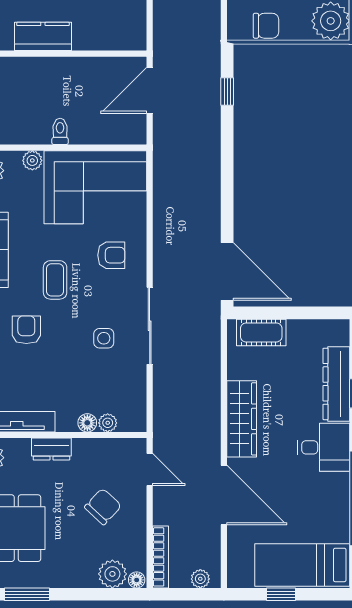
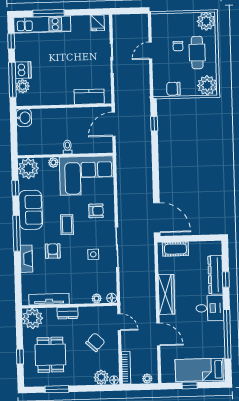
chair: (266, 26) -> (173, 89), turned 180
kitchen counter: (43, 36) -> (89, 97), moved
floor lamp: (87, 423) -> (112, 298), moved
door: (224, 495) -> (158, 334), width x0.73

